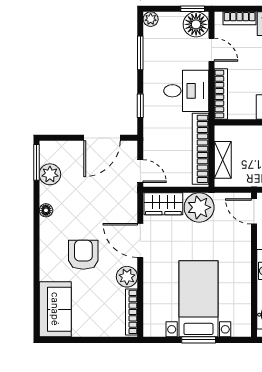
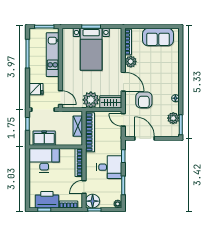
door: (212, 50) -> (84, 187), hinge flipped
desk: (186, 91) -> (109, 167), moved, turned 180
door: (102, 138) -> (145, 138), hinge flipped
armchair: (83, 255) -> (144, 100), moved
sofa: (55, 309) -> (158, 37), moved, turned -90

